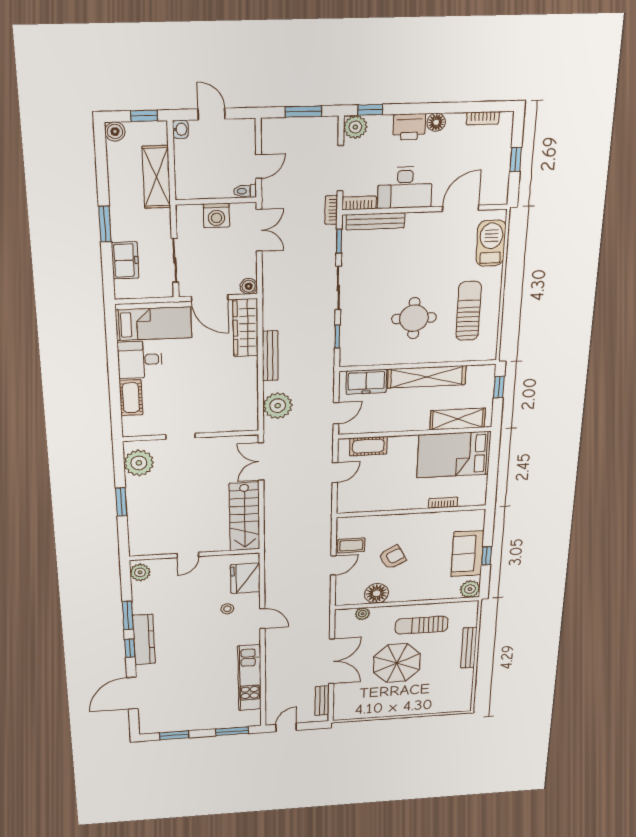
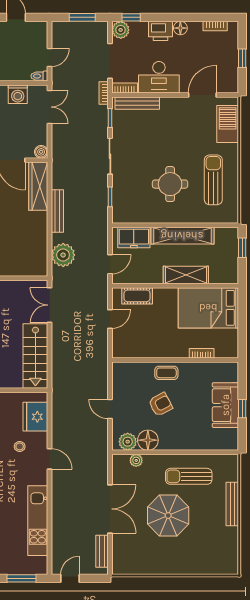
shelving: (458, 419) -> (186, 275), moved
coffee table: (351, 545) -> (166, 373), moved
door: (333, 565) -> (110, 409), swing flipped
plant: (470, 589) -> (128, 442), moved

